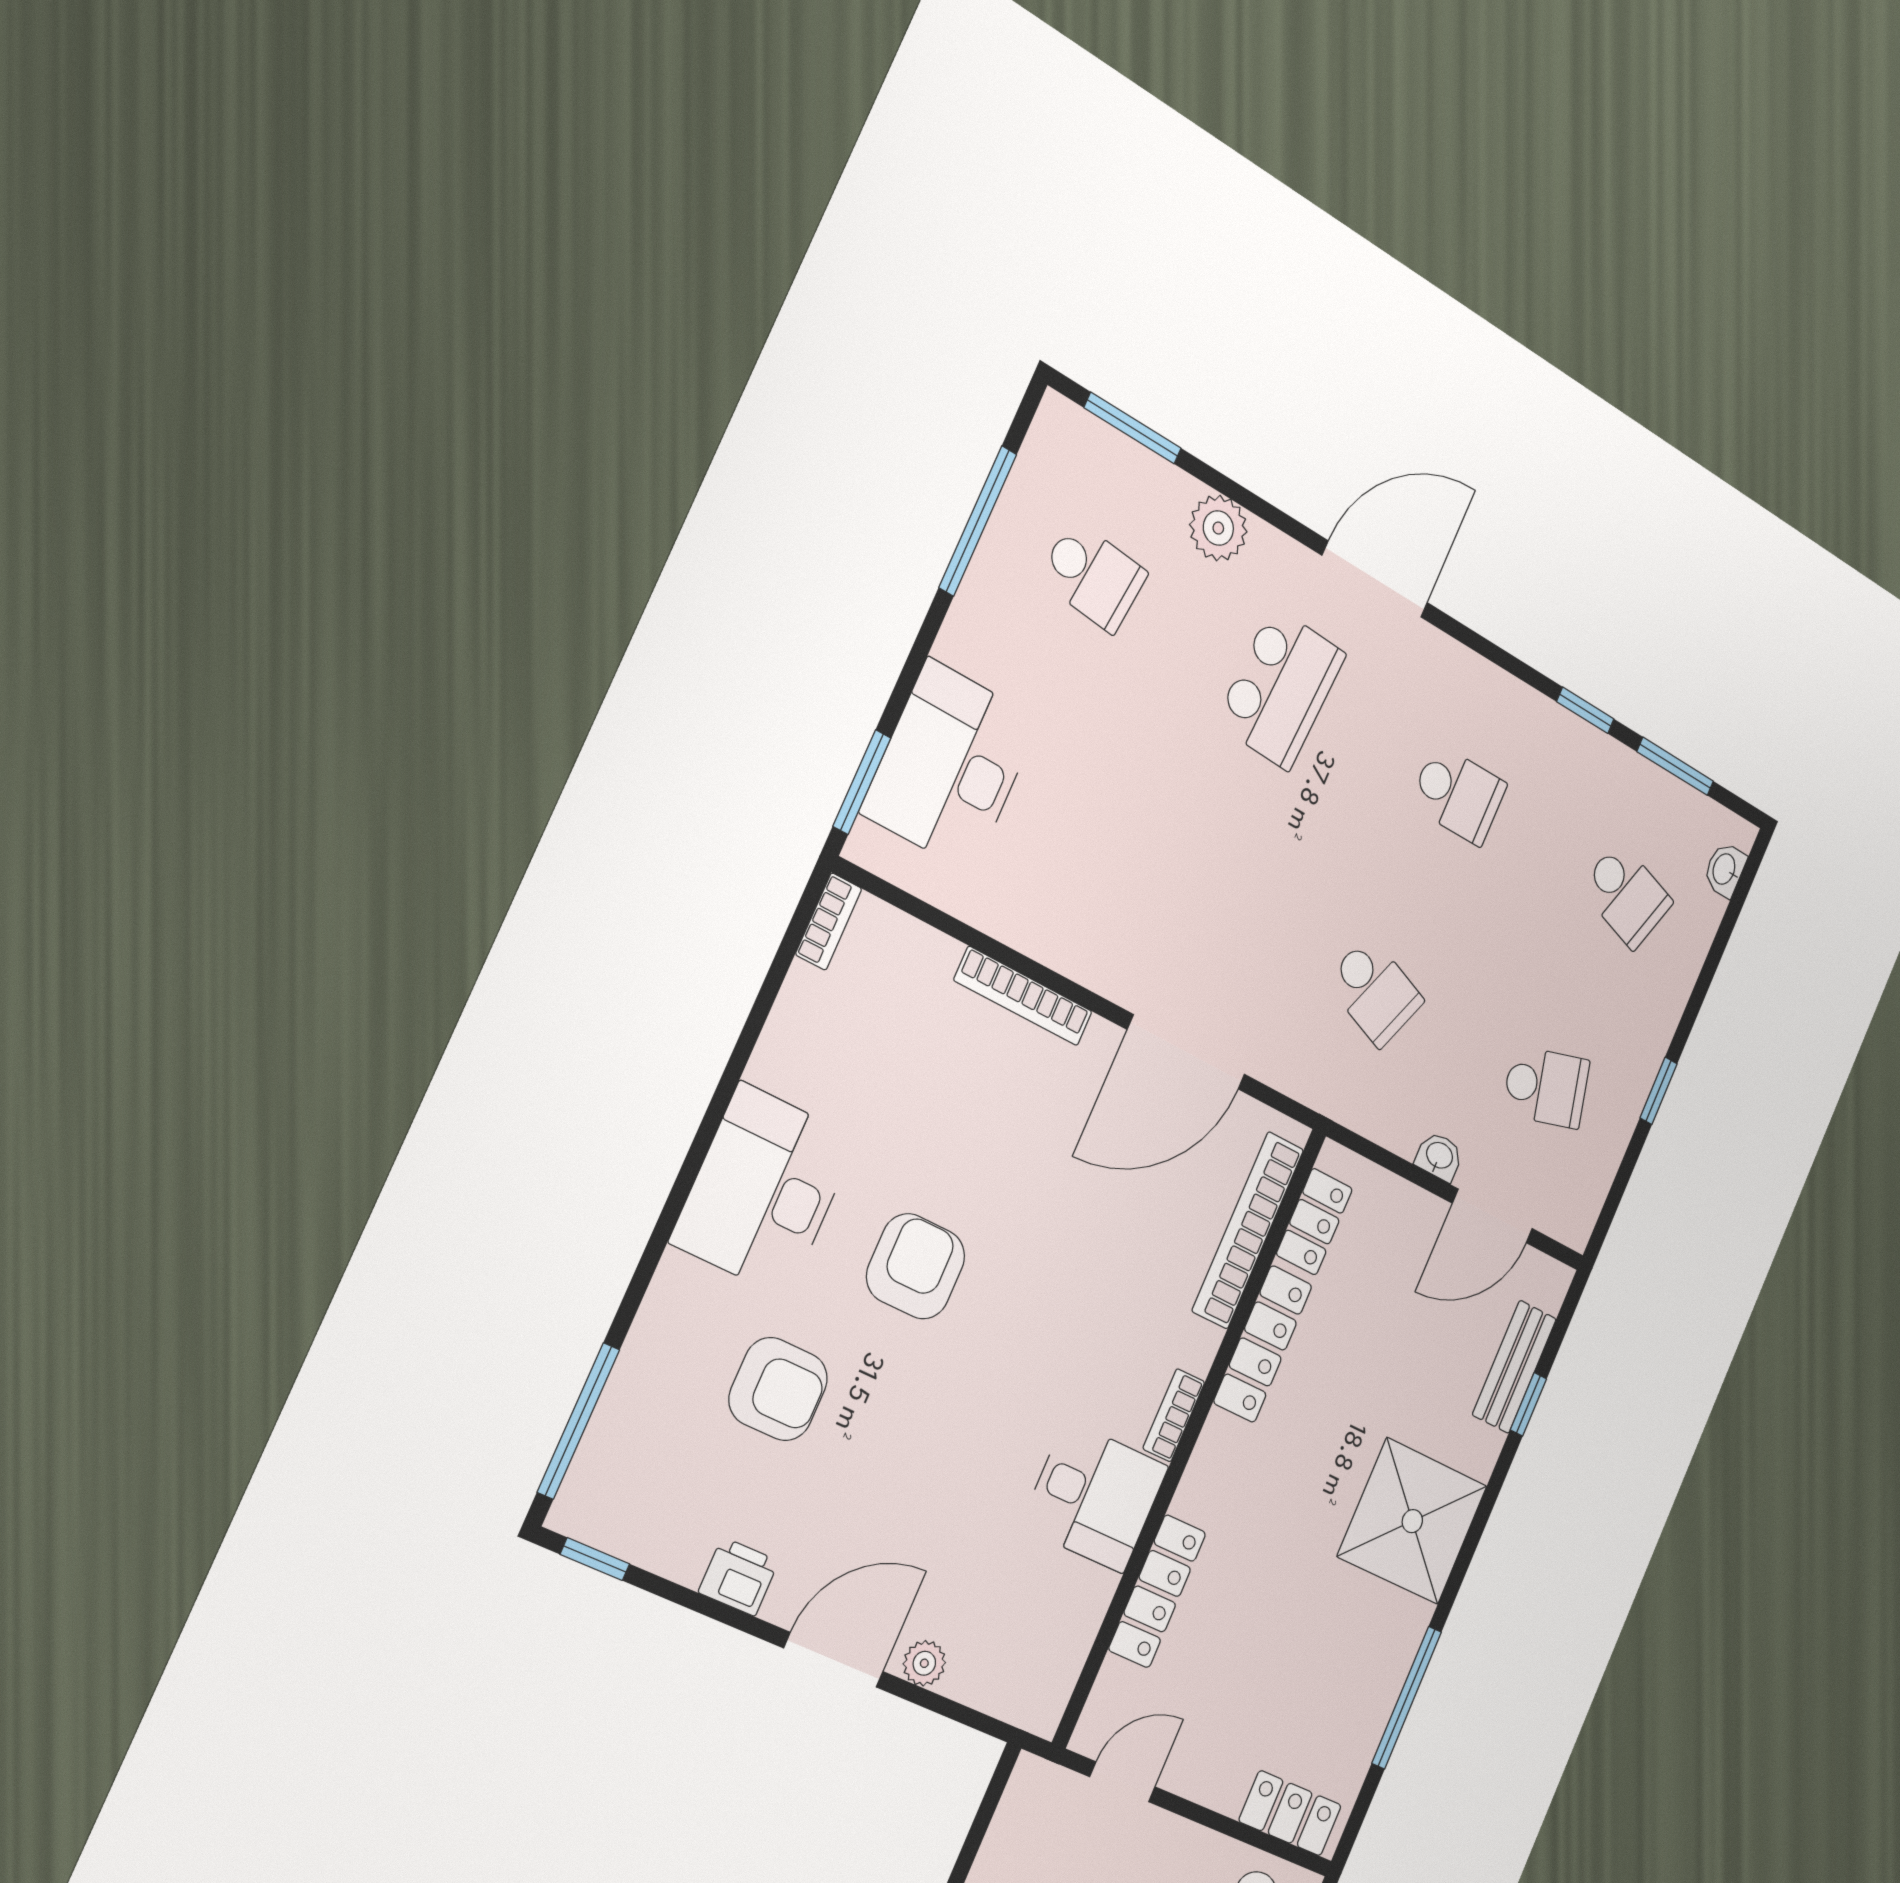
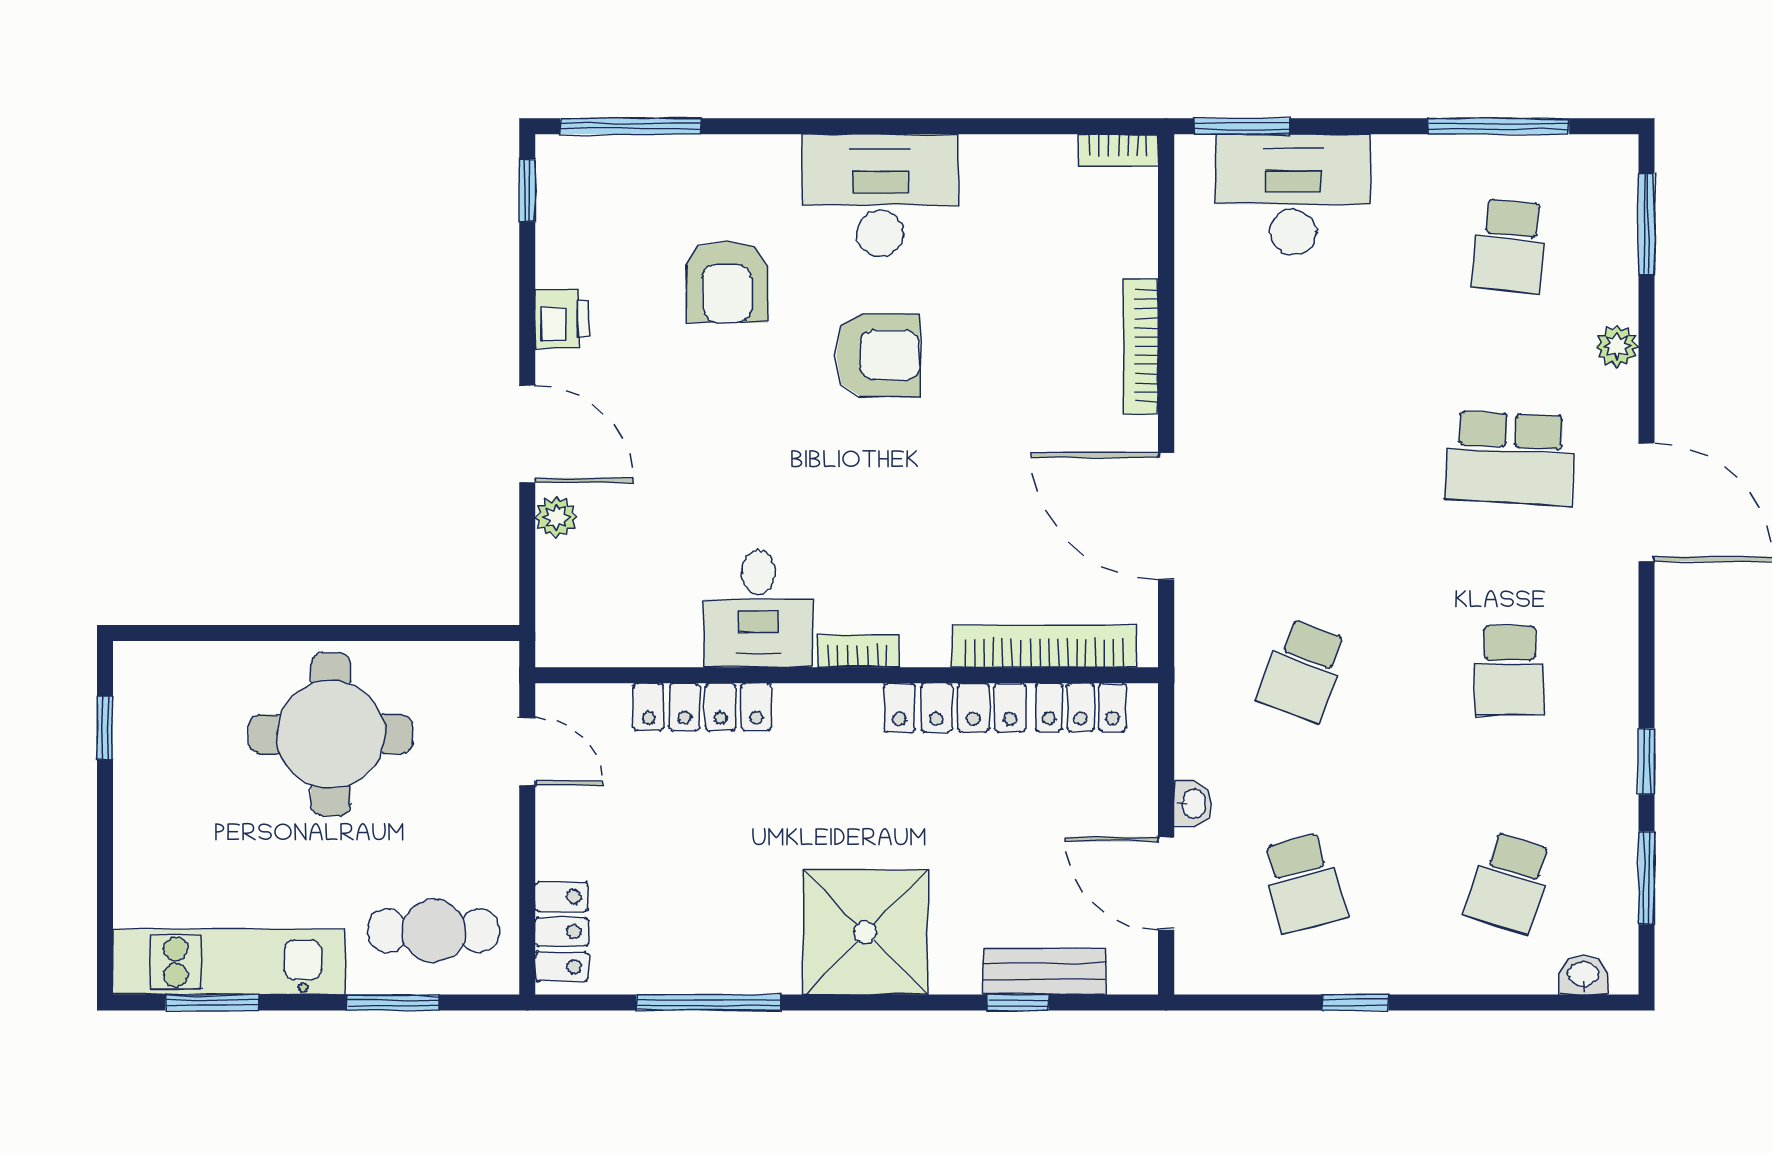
plant: (1218, 528) -> (1617, 346), width x0.73, depth x0.73

